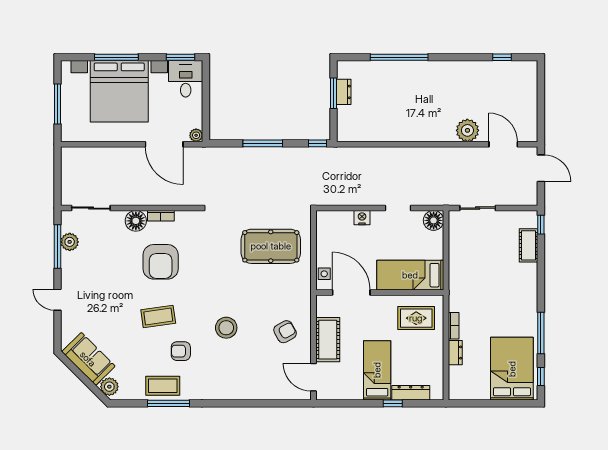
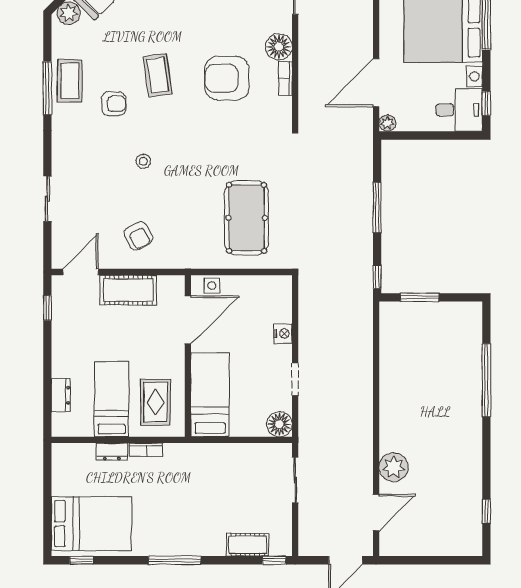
window: (181, 57) -> (486, 103), width x0.67
dresser: (344, 92) -> (442, 310), removed
window: (333, 93) -> (420, 297), moved
stool: (226, 328) -> (143, 161), width x0.53, depth x0.53
window: (541, 333) -> (175, 560), moved
armchair: (181, 351) -> (114, 104), turned 90
bed: (377, 370) -> (112, 399), moved, turned -90
dresser: (411, 393) -> (61, 395), width x0.70
sliding door: (256, 403) -> (47, 199), added
window: (393, 403) -> (47, 308), moved

